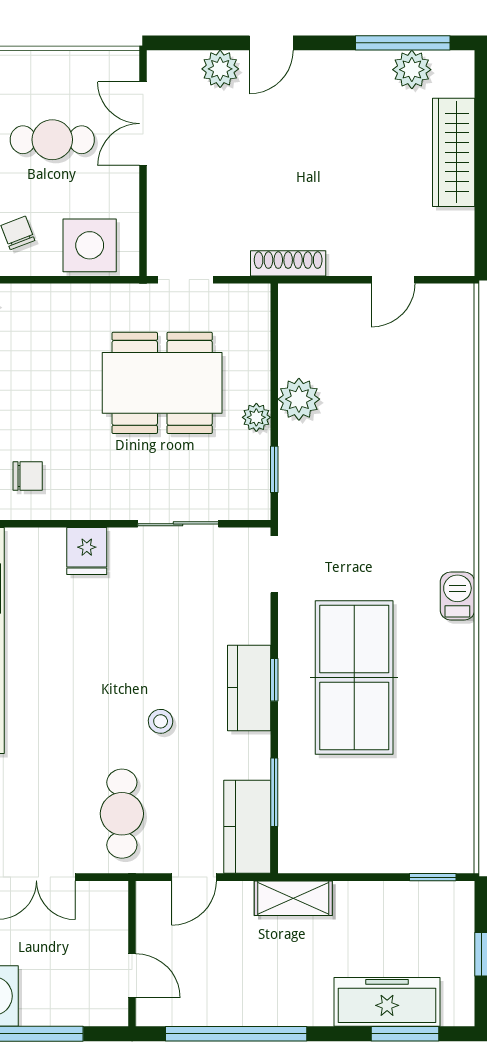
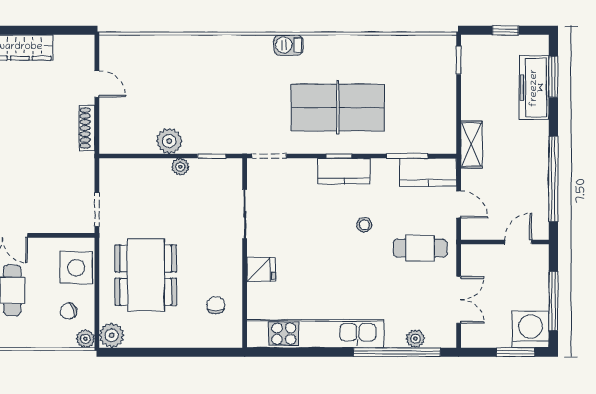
shoe rack: (288, 263) -> (87, 128), moved
dining table: (162, 383) -> (146, 275), moved

